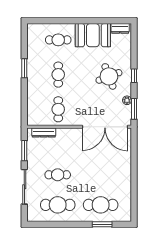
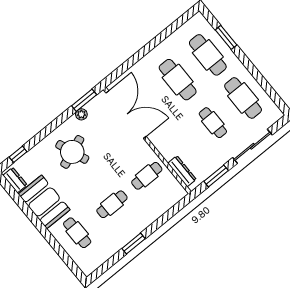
window: (134, 76) -> (18, 154), moved
cafe table: (101, 175) -> (178, 80), added

